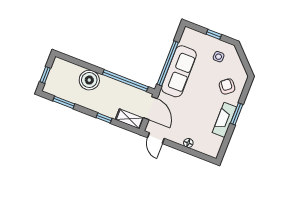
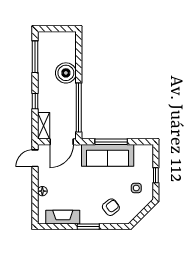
window: (168, 63) -> (111, 142), width x0.68
window: (45, 75) -> (54, 29), removed
window: (64, 102) -> (35, 57), width x1.44
fireplace: (224, 120) -> (63, 217), moved

